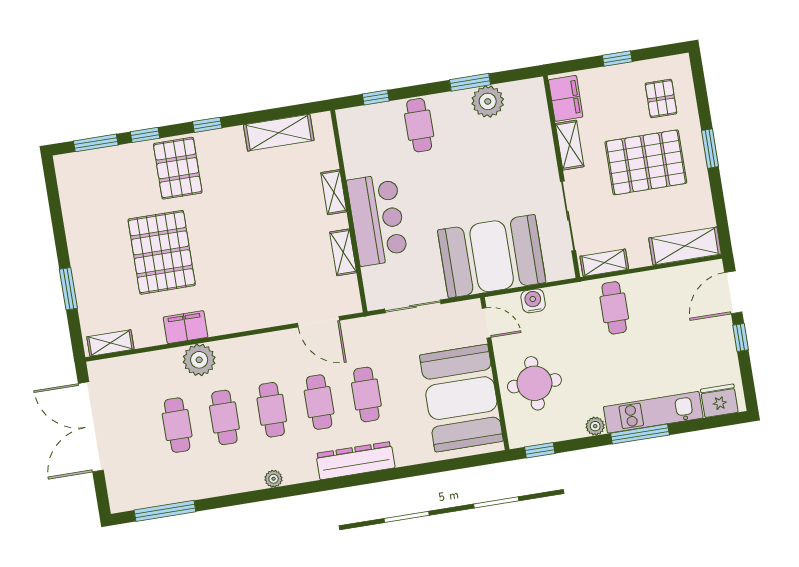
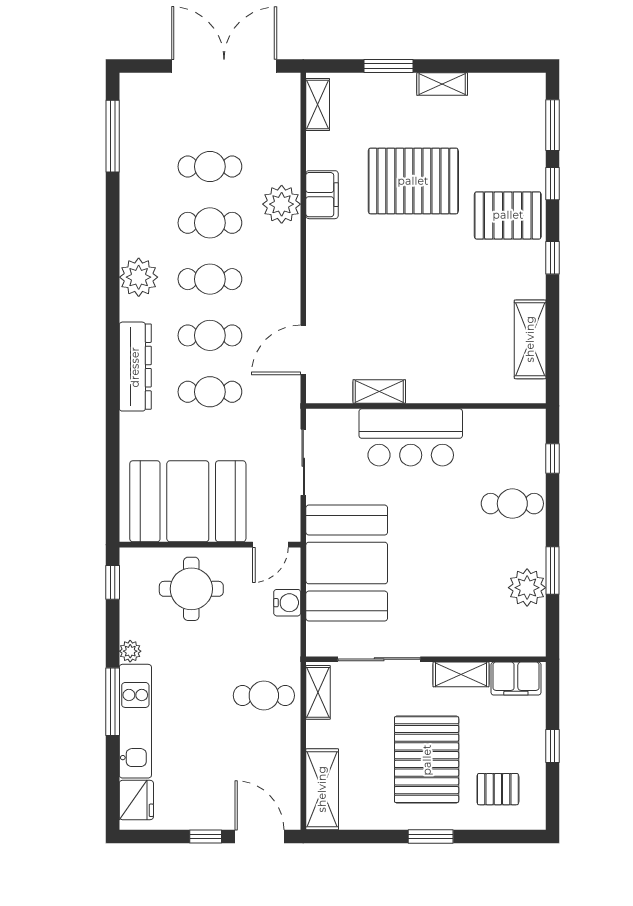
shelving: (334, 192) -> (442, 84), moved
plant: (274, 479) -> (139, 277), width x1.87, depth x1.87

